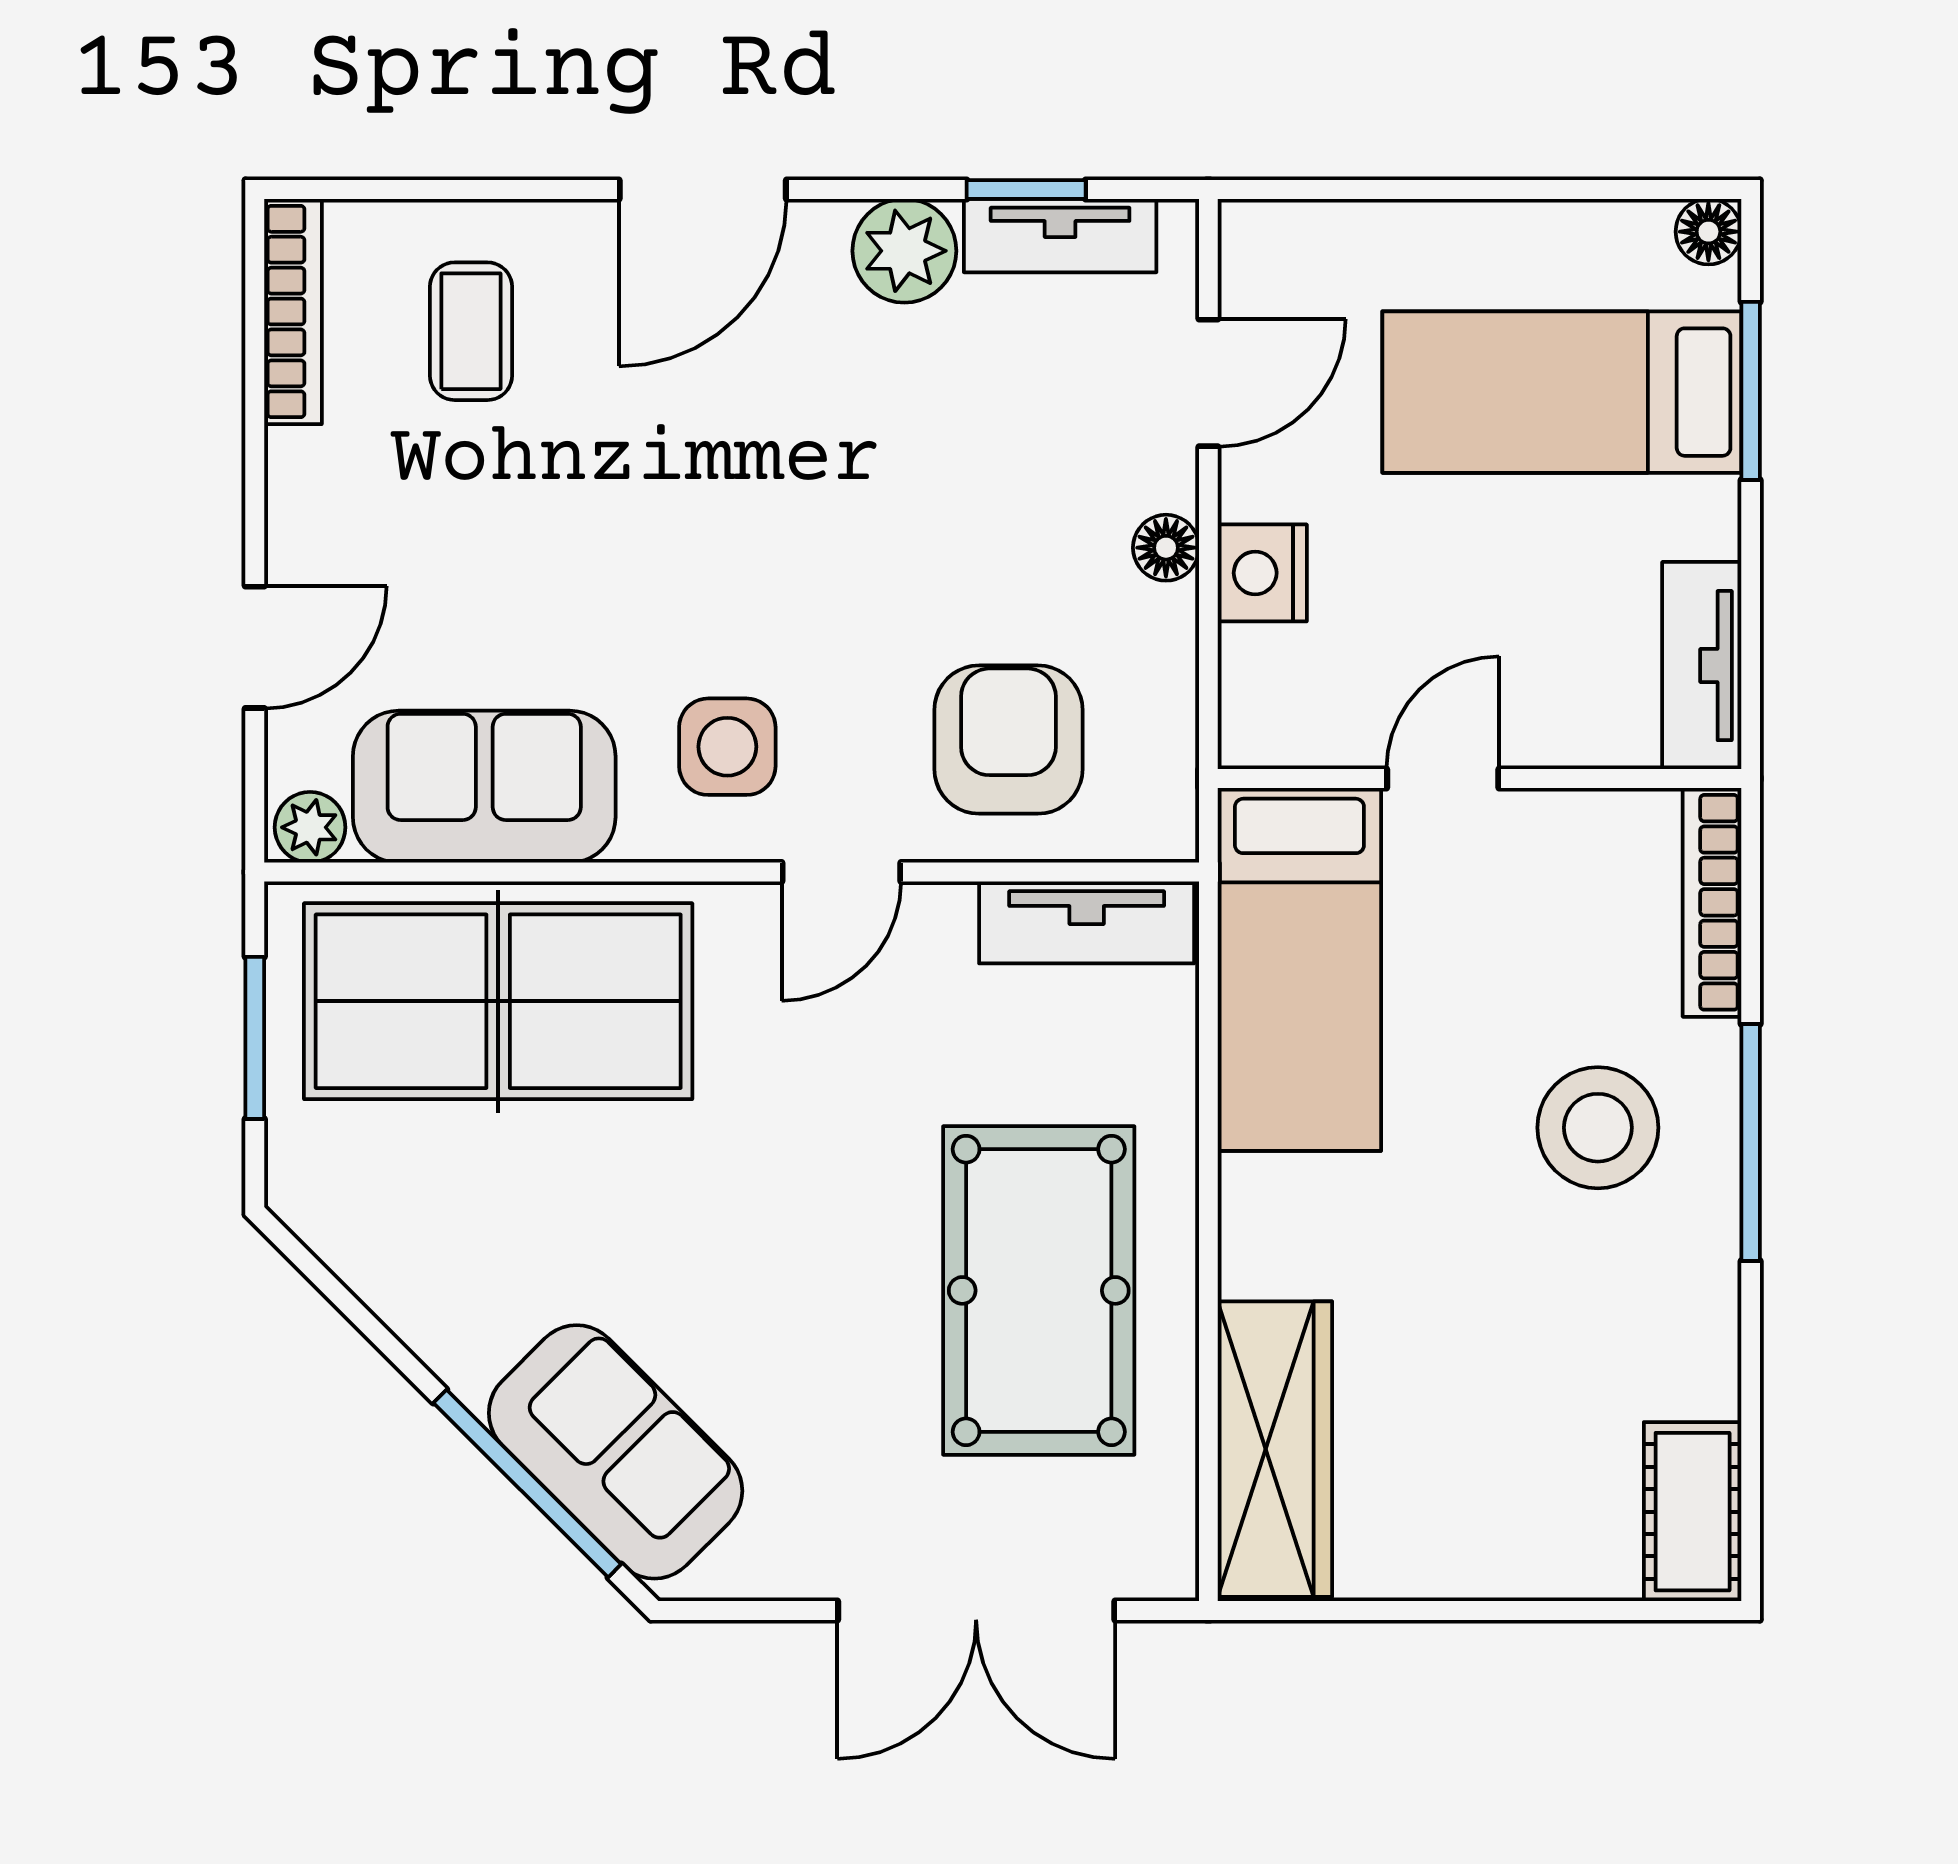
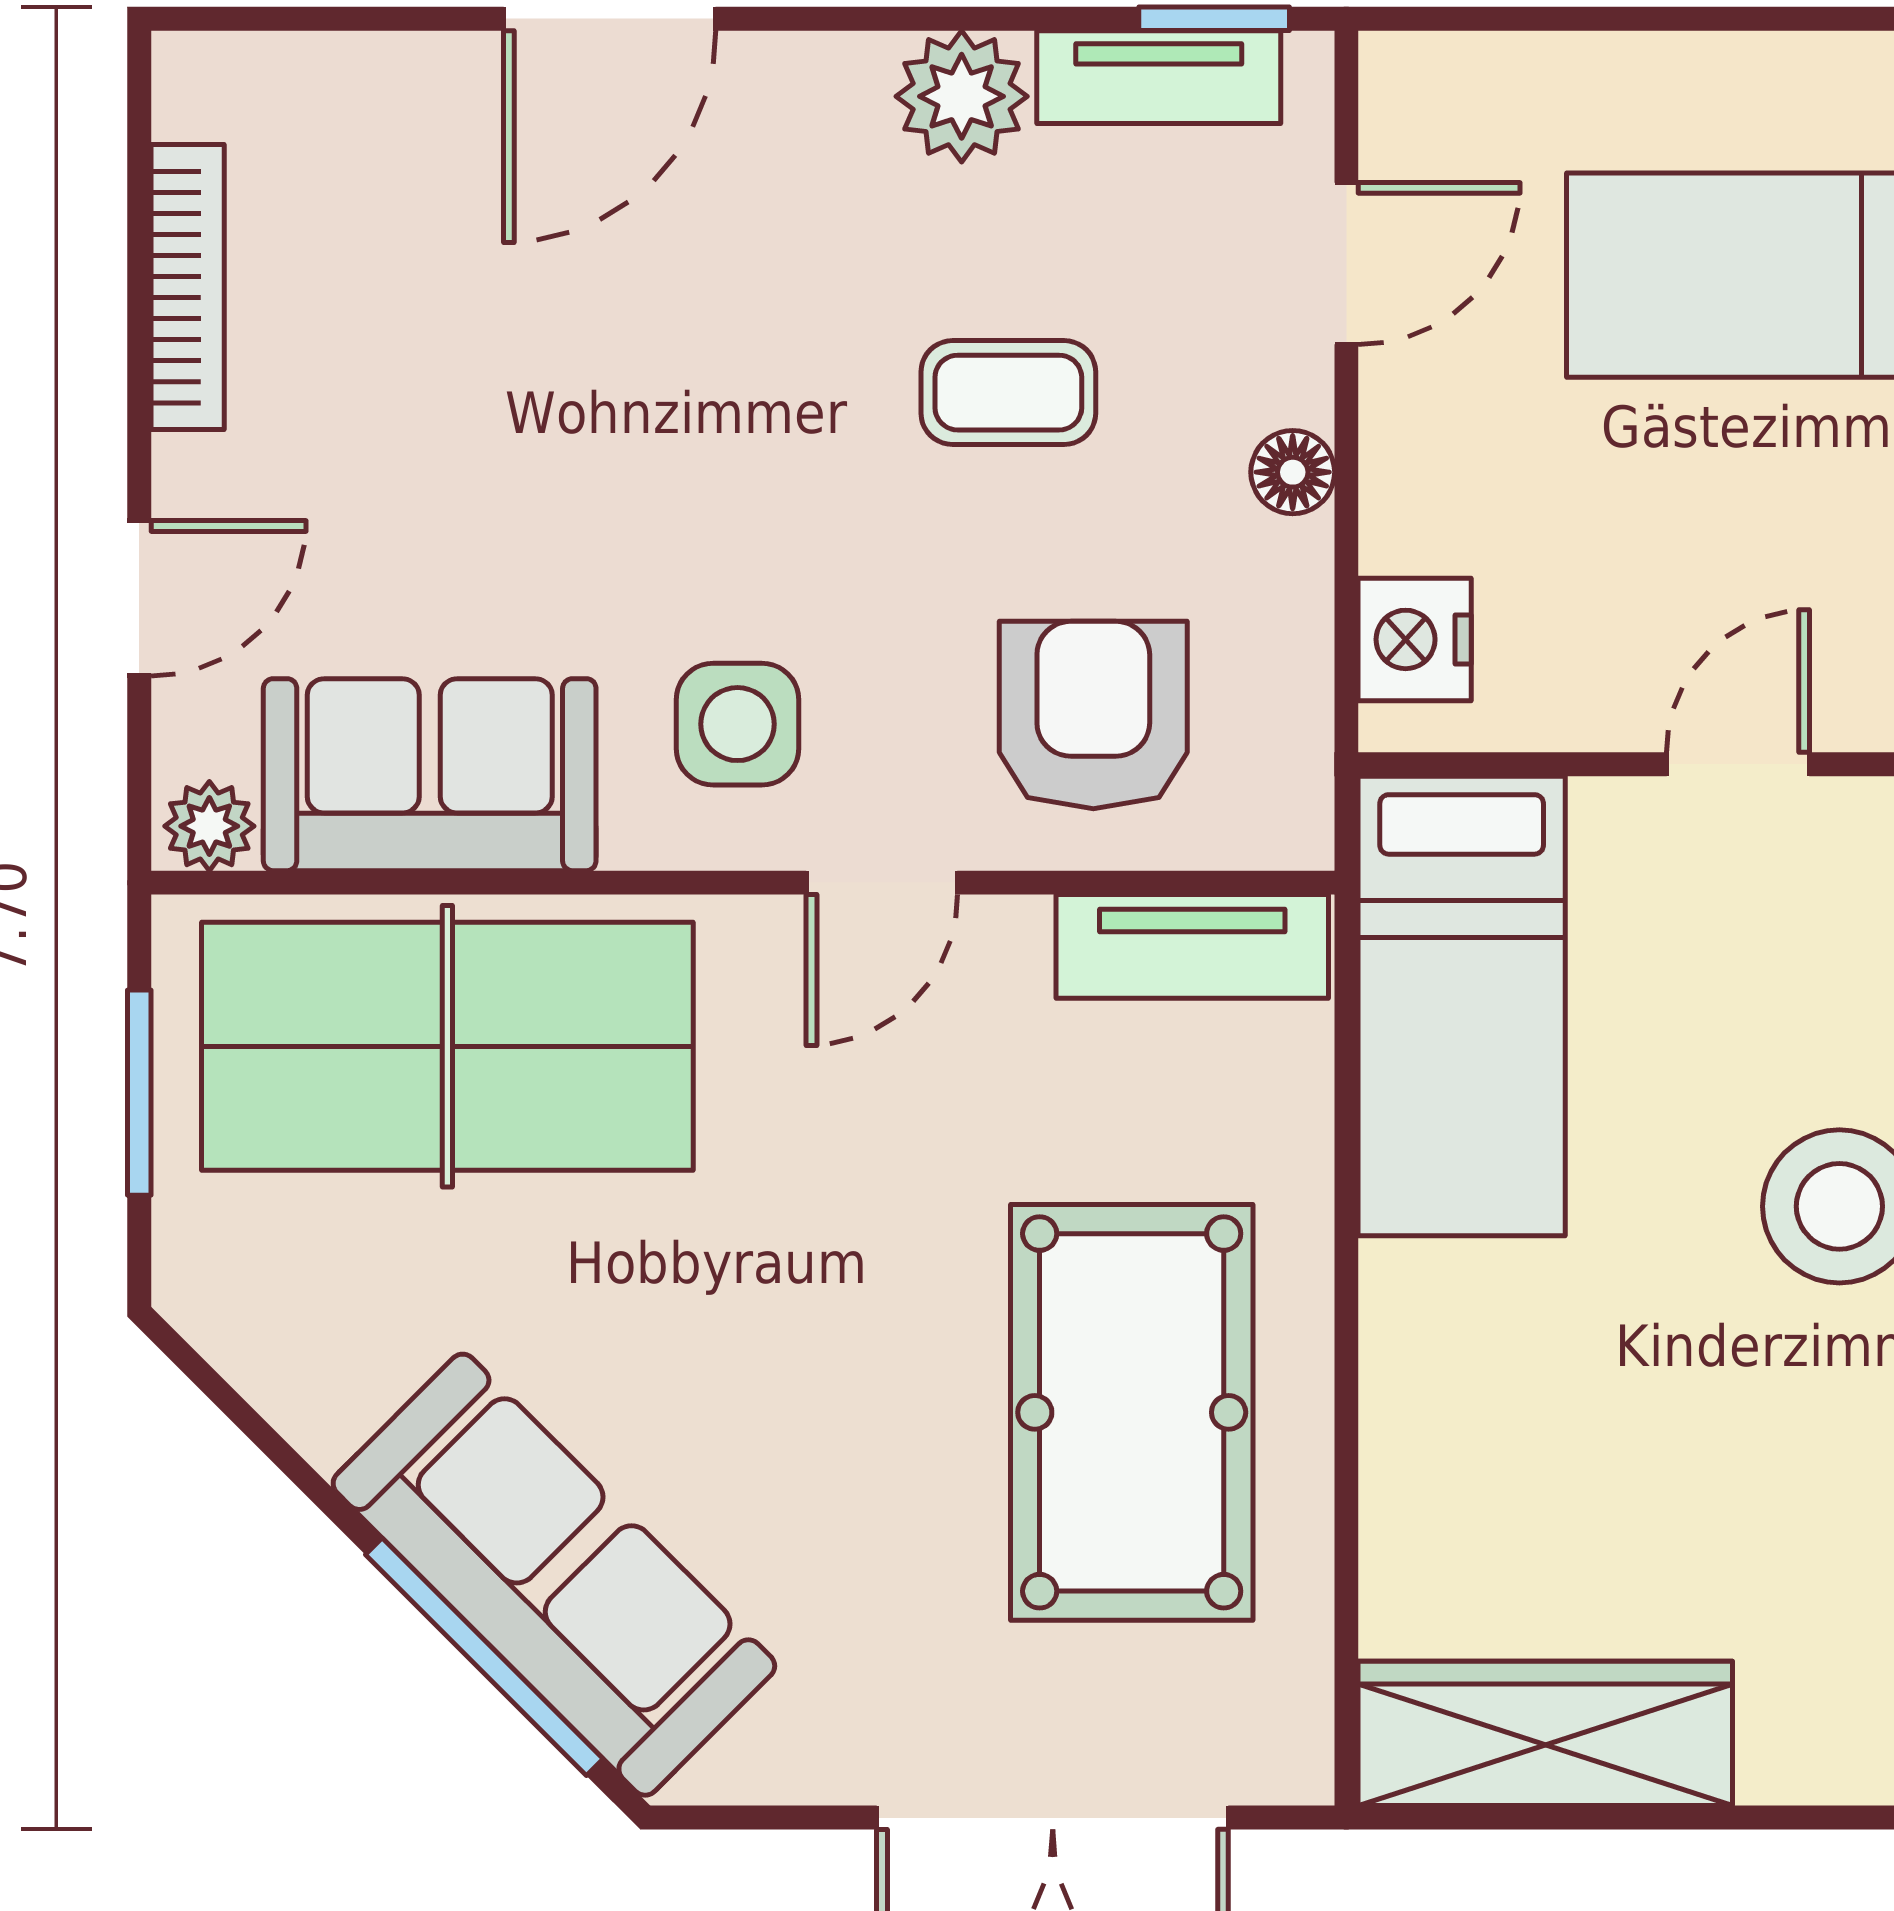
door: (703, 189) -> (610, 19), moved
window: (1026, 189) -> (1214, 19), moved
bookcase: (293, 312) -> (188, 287), moved
coffee table: (471, 331) -> (1008, 393), moved, turned 90
nightstand: (1262, 573) -> (1415, 639), moved
door: (1443, 778) -> (1738, 764), moved
wardrobe: (1275, 1449) -> (1545, 1733), moved, turned -90
sofa: (616, 1452) -> (554, 1575), width x1.36

